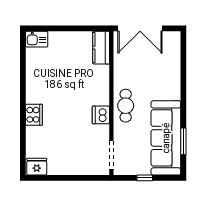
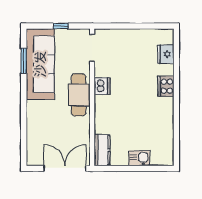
kitchen sink: (37, 39) -> (139, 158), moved
cafe table: (126, 106) -> (79, 95), width x1.37, depth x1.35
fridge: (37, 167) -> (166, 54), moved, turned 90

